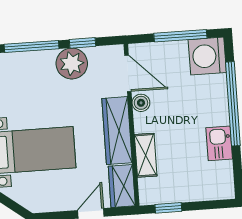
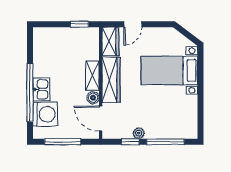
washing machine: (207, 56) -> (45, 114), moved
plant: (72, 64) -> (139, 133), width x0.53, depth x0.53
kitchen sink: (219, 143) -> (41, 89), moved
shelving: (146, 155) -> (92, 76), moved

